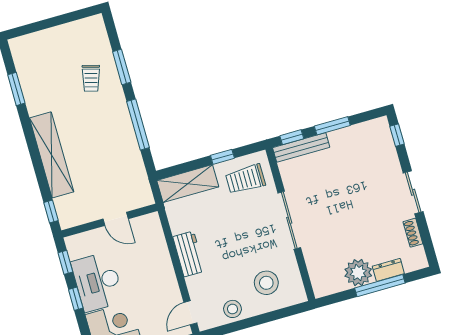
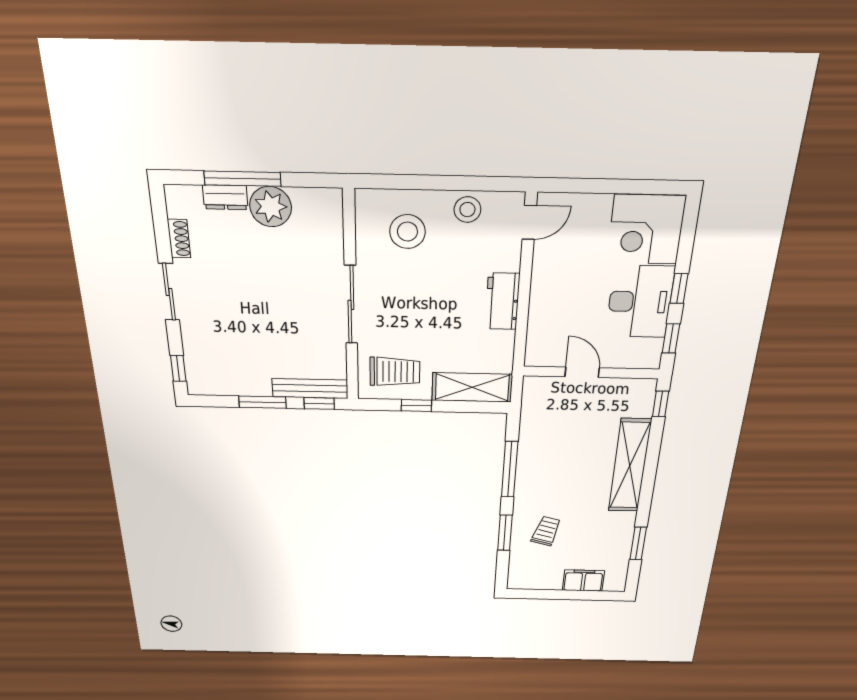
filing cabinet: (44, 40) -> (583, 581), added

